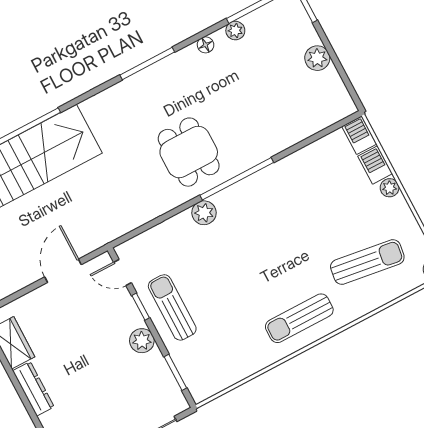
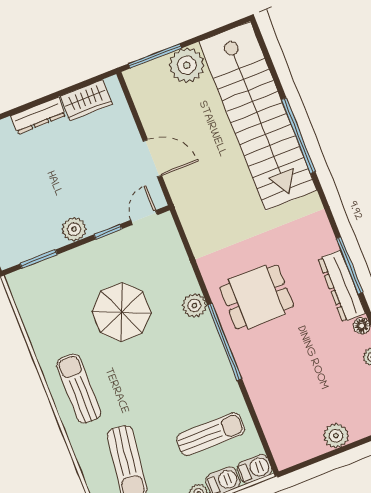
dresser: (168, 69) -> (342, 286), added
parasol: (219, 284) -> (121, 312), added
sun lounger: (172, 307) -> (211, 434), moved

